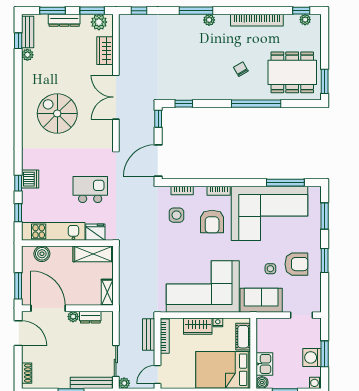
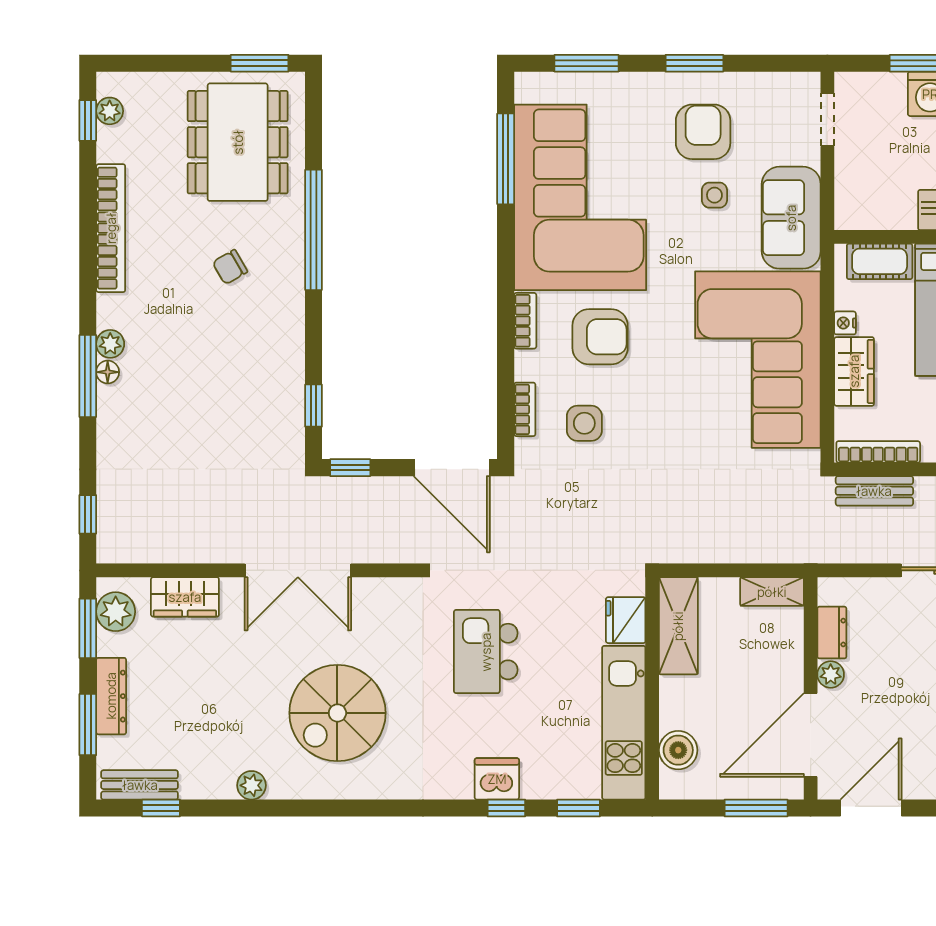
floor lamp: (198, 19) -> (108, 372), added
plant: (27, 55) -> (251, 785), moved
kitchen island: (90, 190) -> (486, 652), moved

